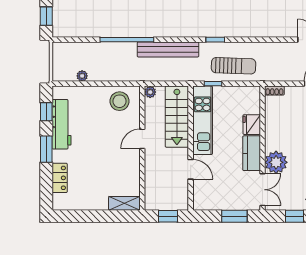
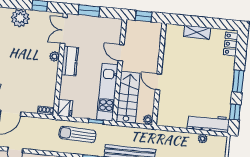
stool: (120, 101) -> (174, 115), removed
workbench: (62, 124) -> (208, 123), moved, turned 90
fridge: (252, 125) -> (65, 108), moved
door: (142, 139) -> (158, 82), swing flipped
plant: (276, 162) -> (54, 56), width x0.53, depth x0.53
locker: (60, 178) -> (231, 44), moved
shelving: (124, 203) -> (197, 32), moved

